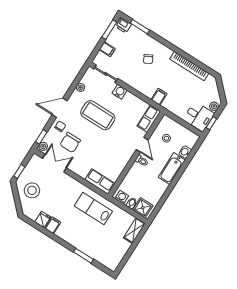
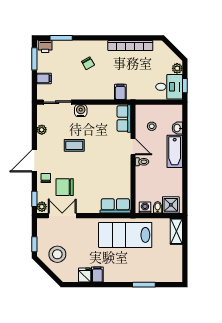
coffee table: (98, 115) -> (74, 145), width x0.54, depth x0.58
chair: (70, 143) -> (65, 187), turned 90
lab bench: (93, 209) -> (125, 235), width x1.36, depth x1.39

